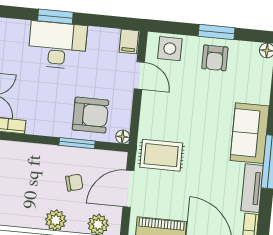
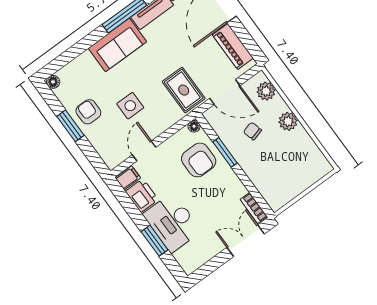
printer: (103, 40) -> (142, 196), added
side table: (170, 49) -> (130, 106), moved
armchair: (215, 58) -> (88, 112), turned -90
armchair: (90, 115) -> (199, 160), turned 180

